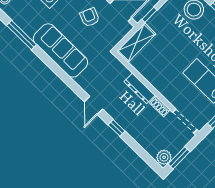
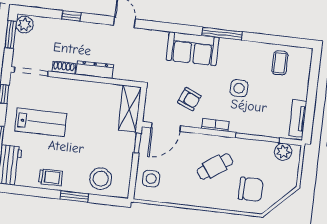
window: (22, 35) -> (222, 34), moved
sofa: (60, 50) -> (193, 49), width x0.73
window: (116, 128) -> (71, 16), moved

